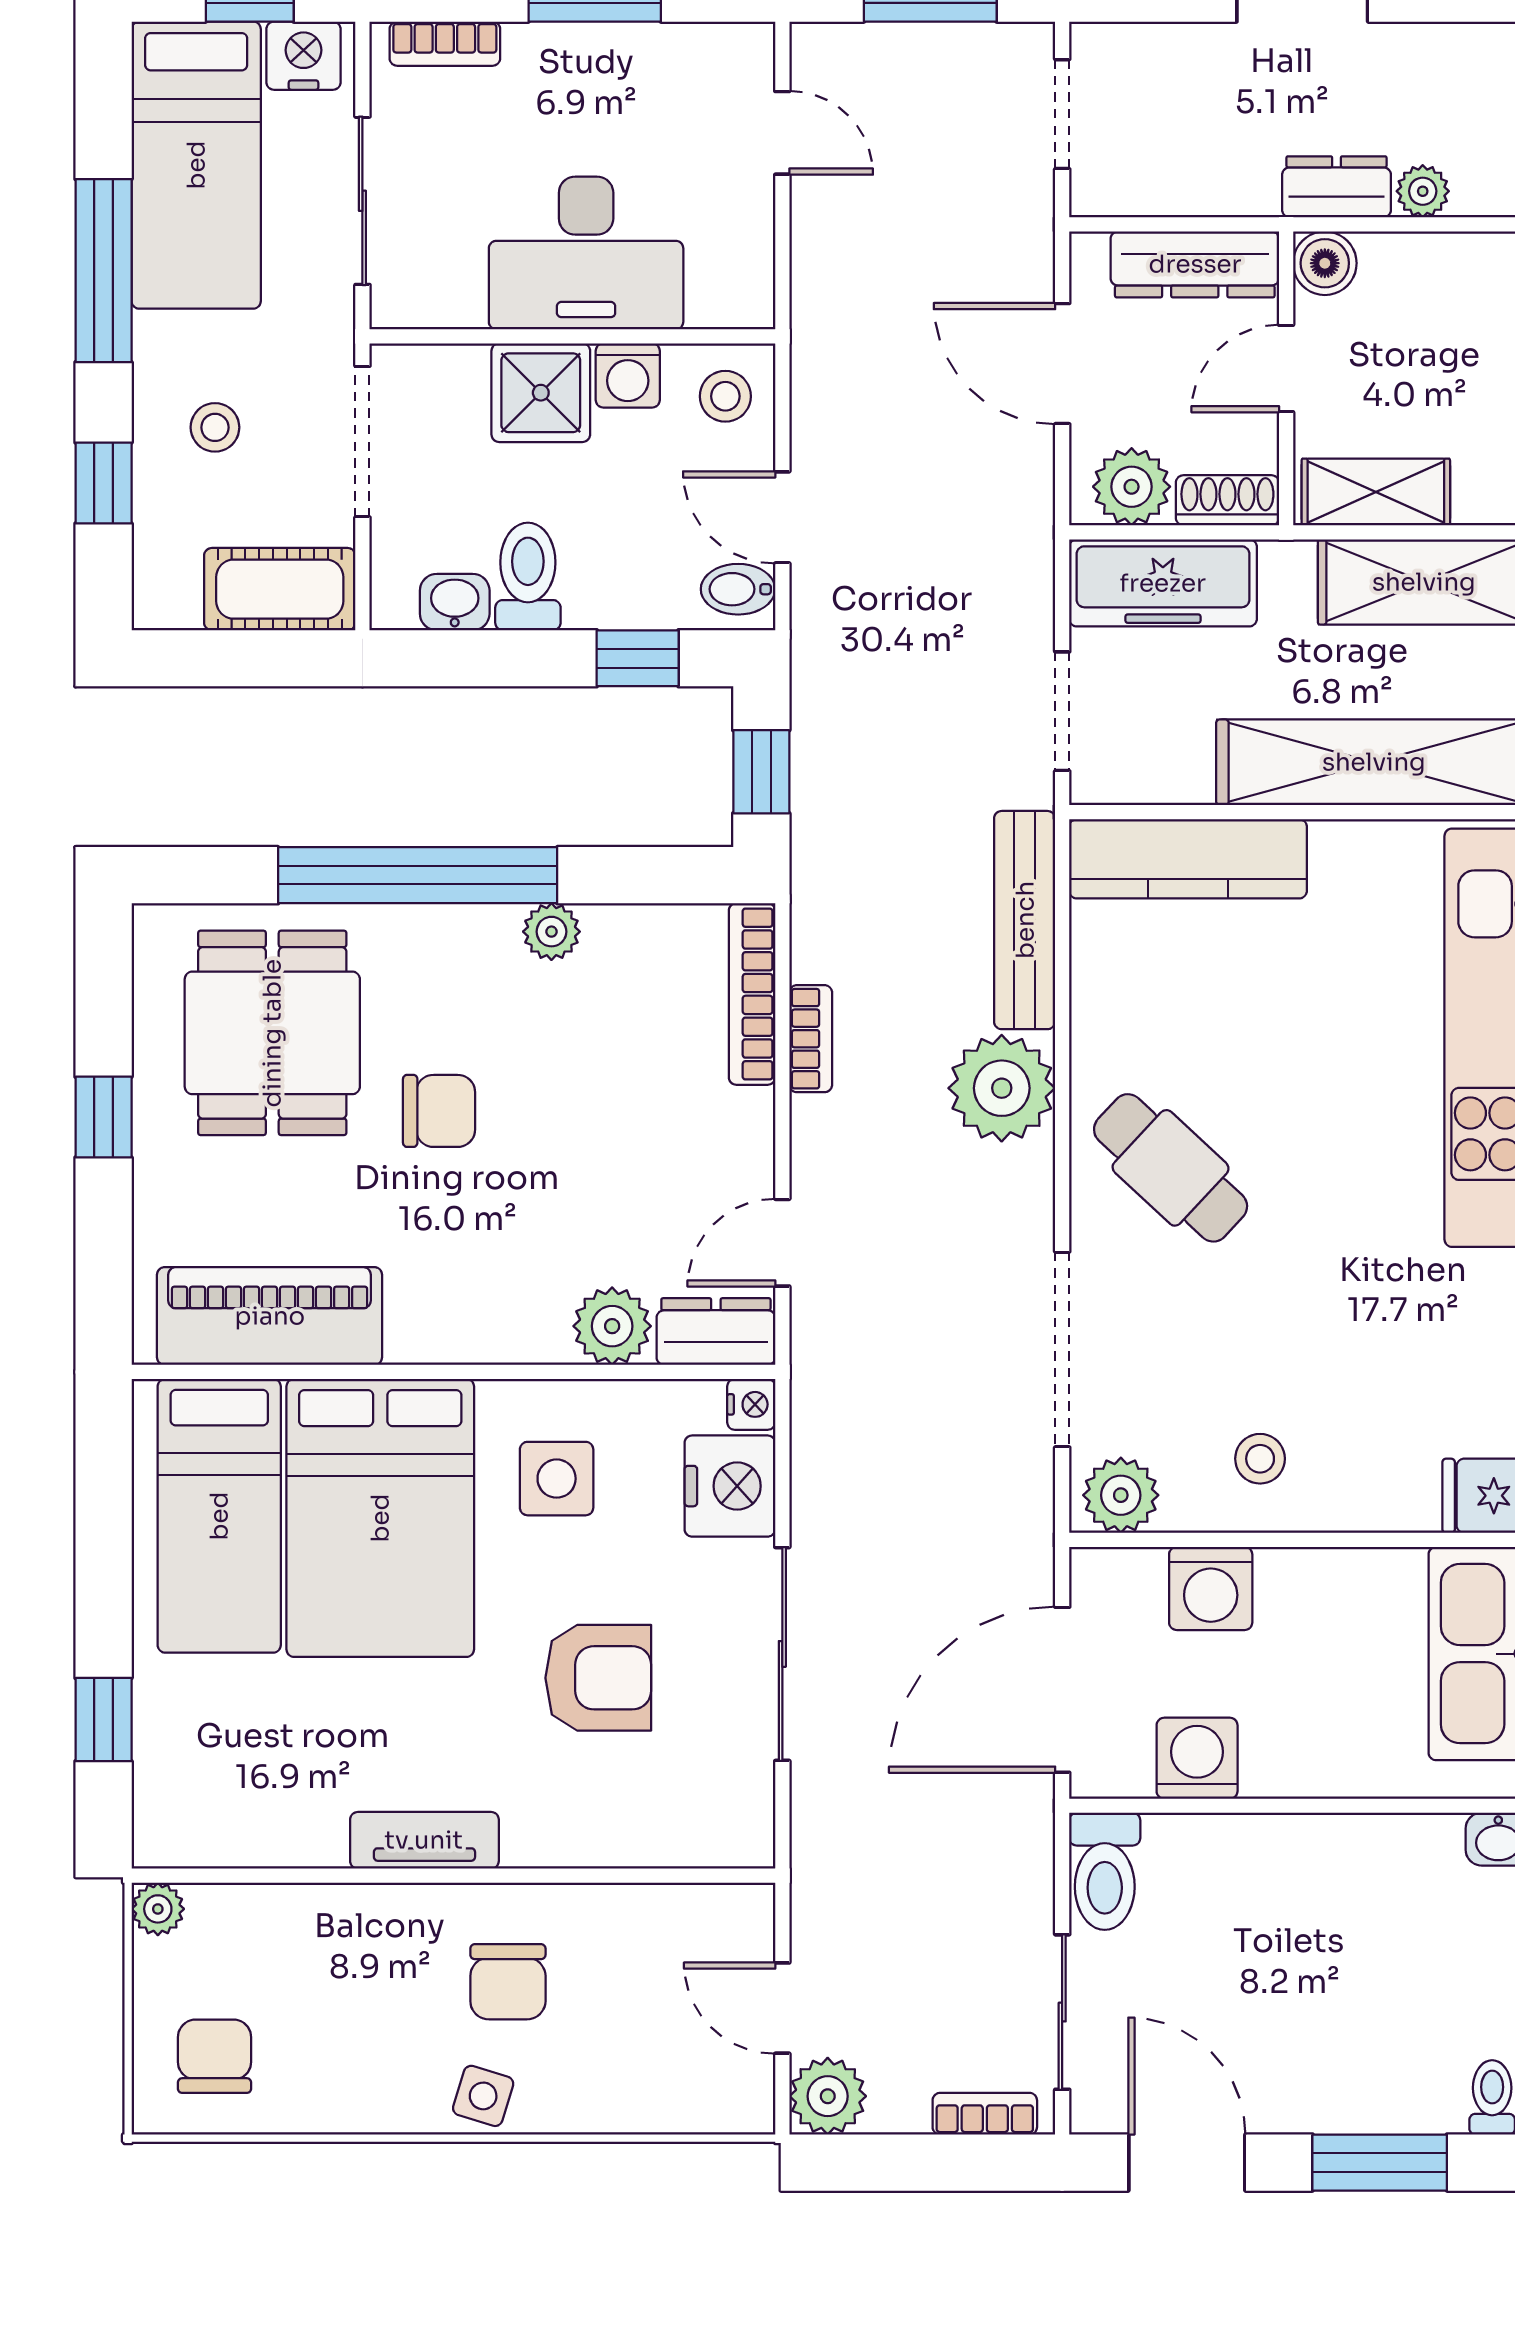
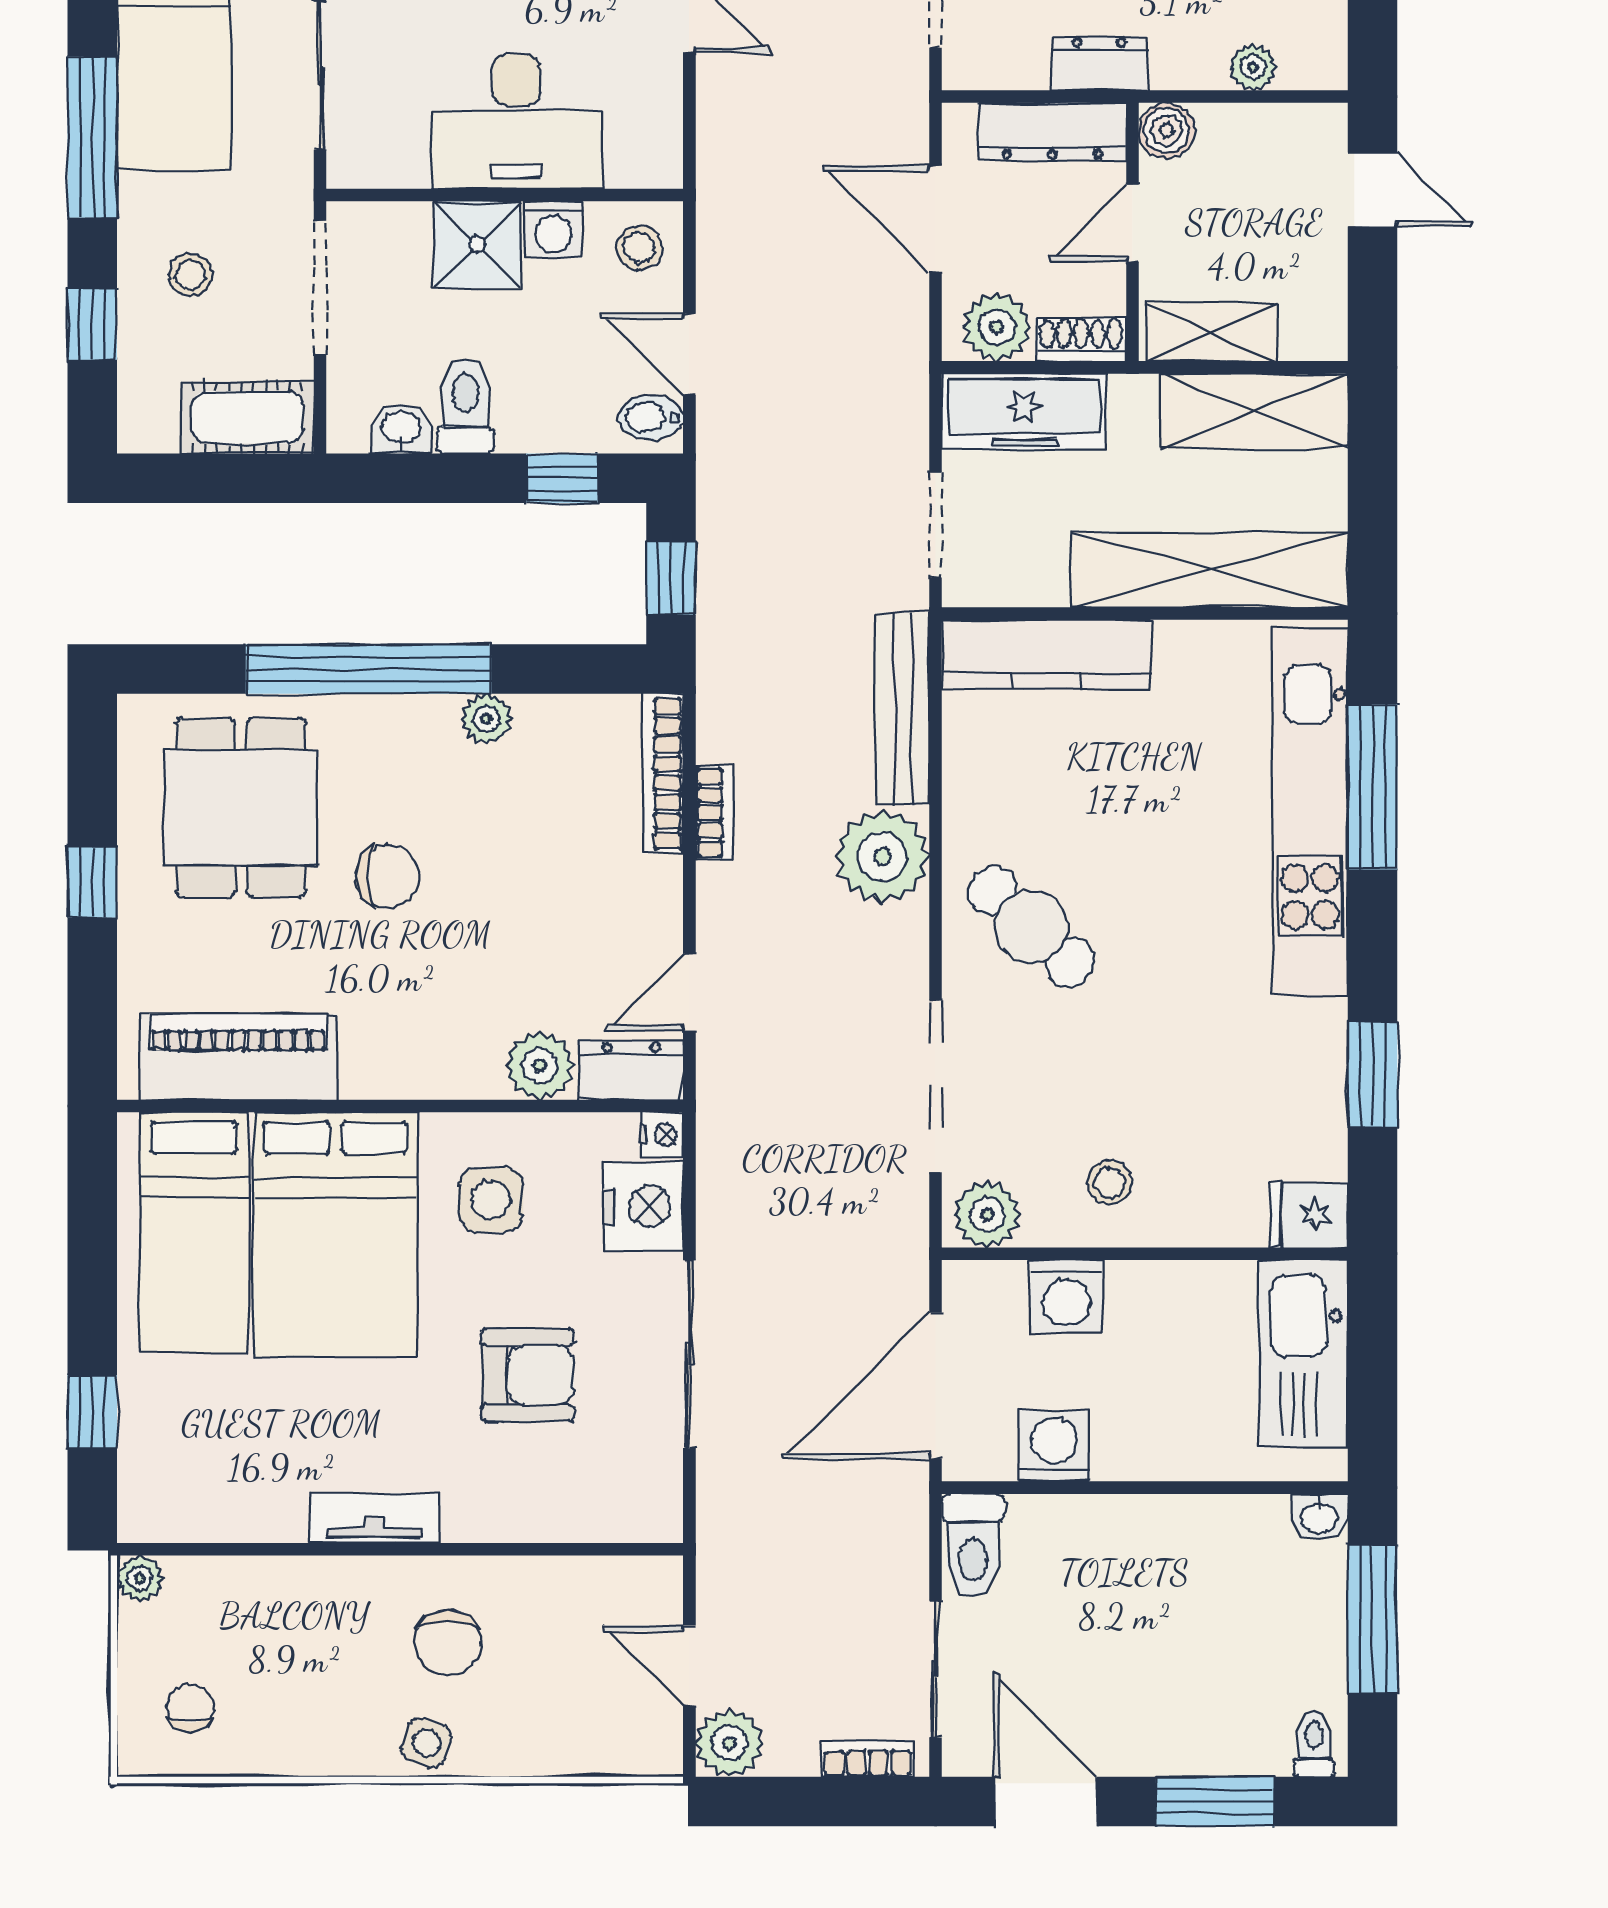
dresser: (1337, 187) -> (1099, 63), moved
chair: (215, 2056) -> (190, 1708), width x0.73, depth x0.73

